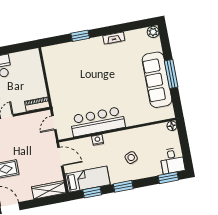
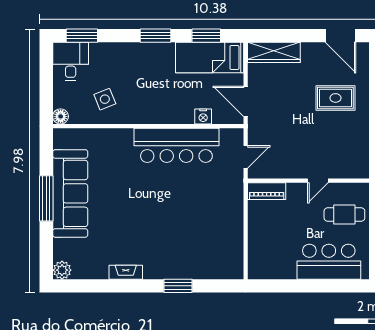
nightstand: (98, 140) -> (203, 116), moved
side table: (131, 158) -> (105, 99), moved

